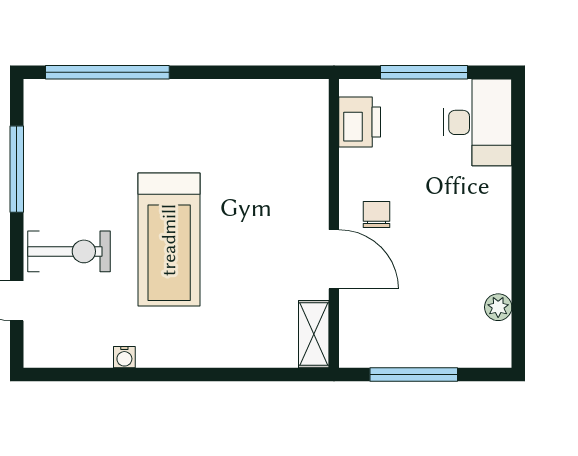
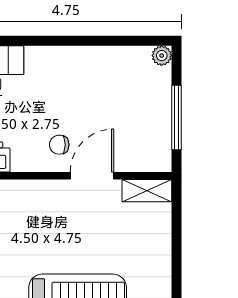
plant: (498, 307) -> (162, 56), moved

